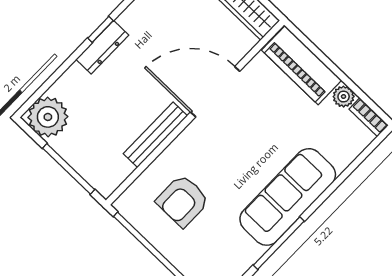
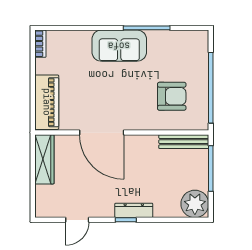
plant: (344, 97) -> (42, 66), removed
bench: (155, 135) -> (184, 142), moved
sofa: (288, 197) -> (119, 46), width x0.73

